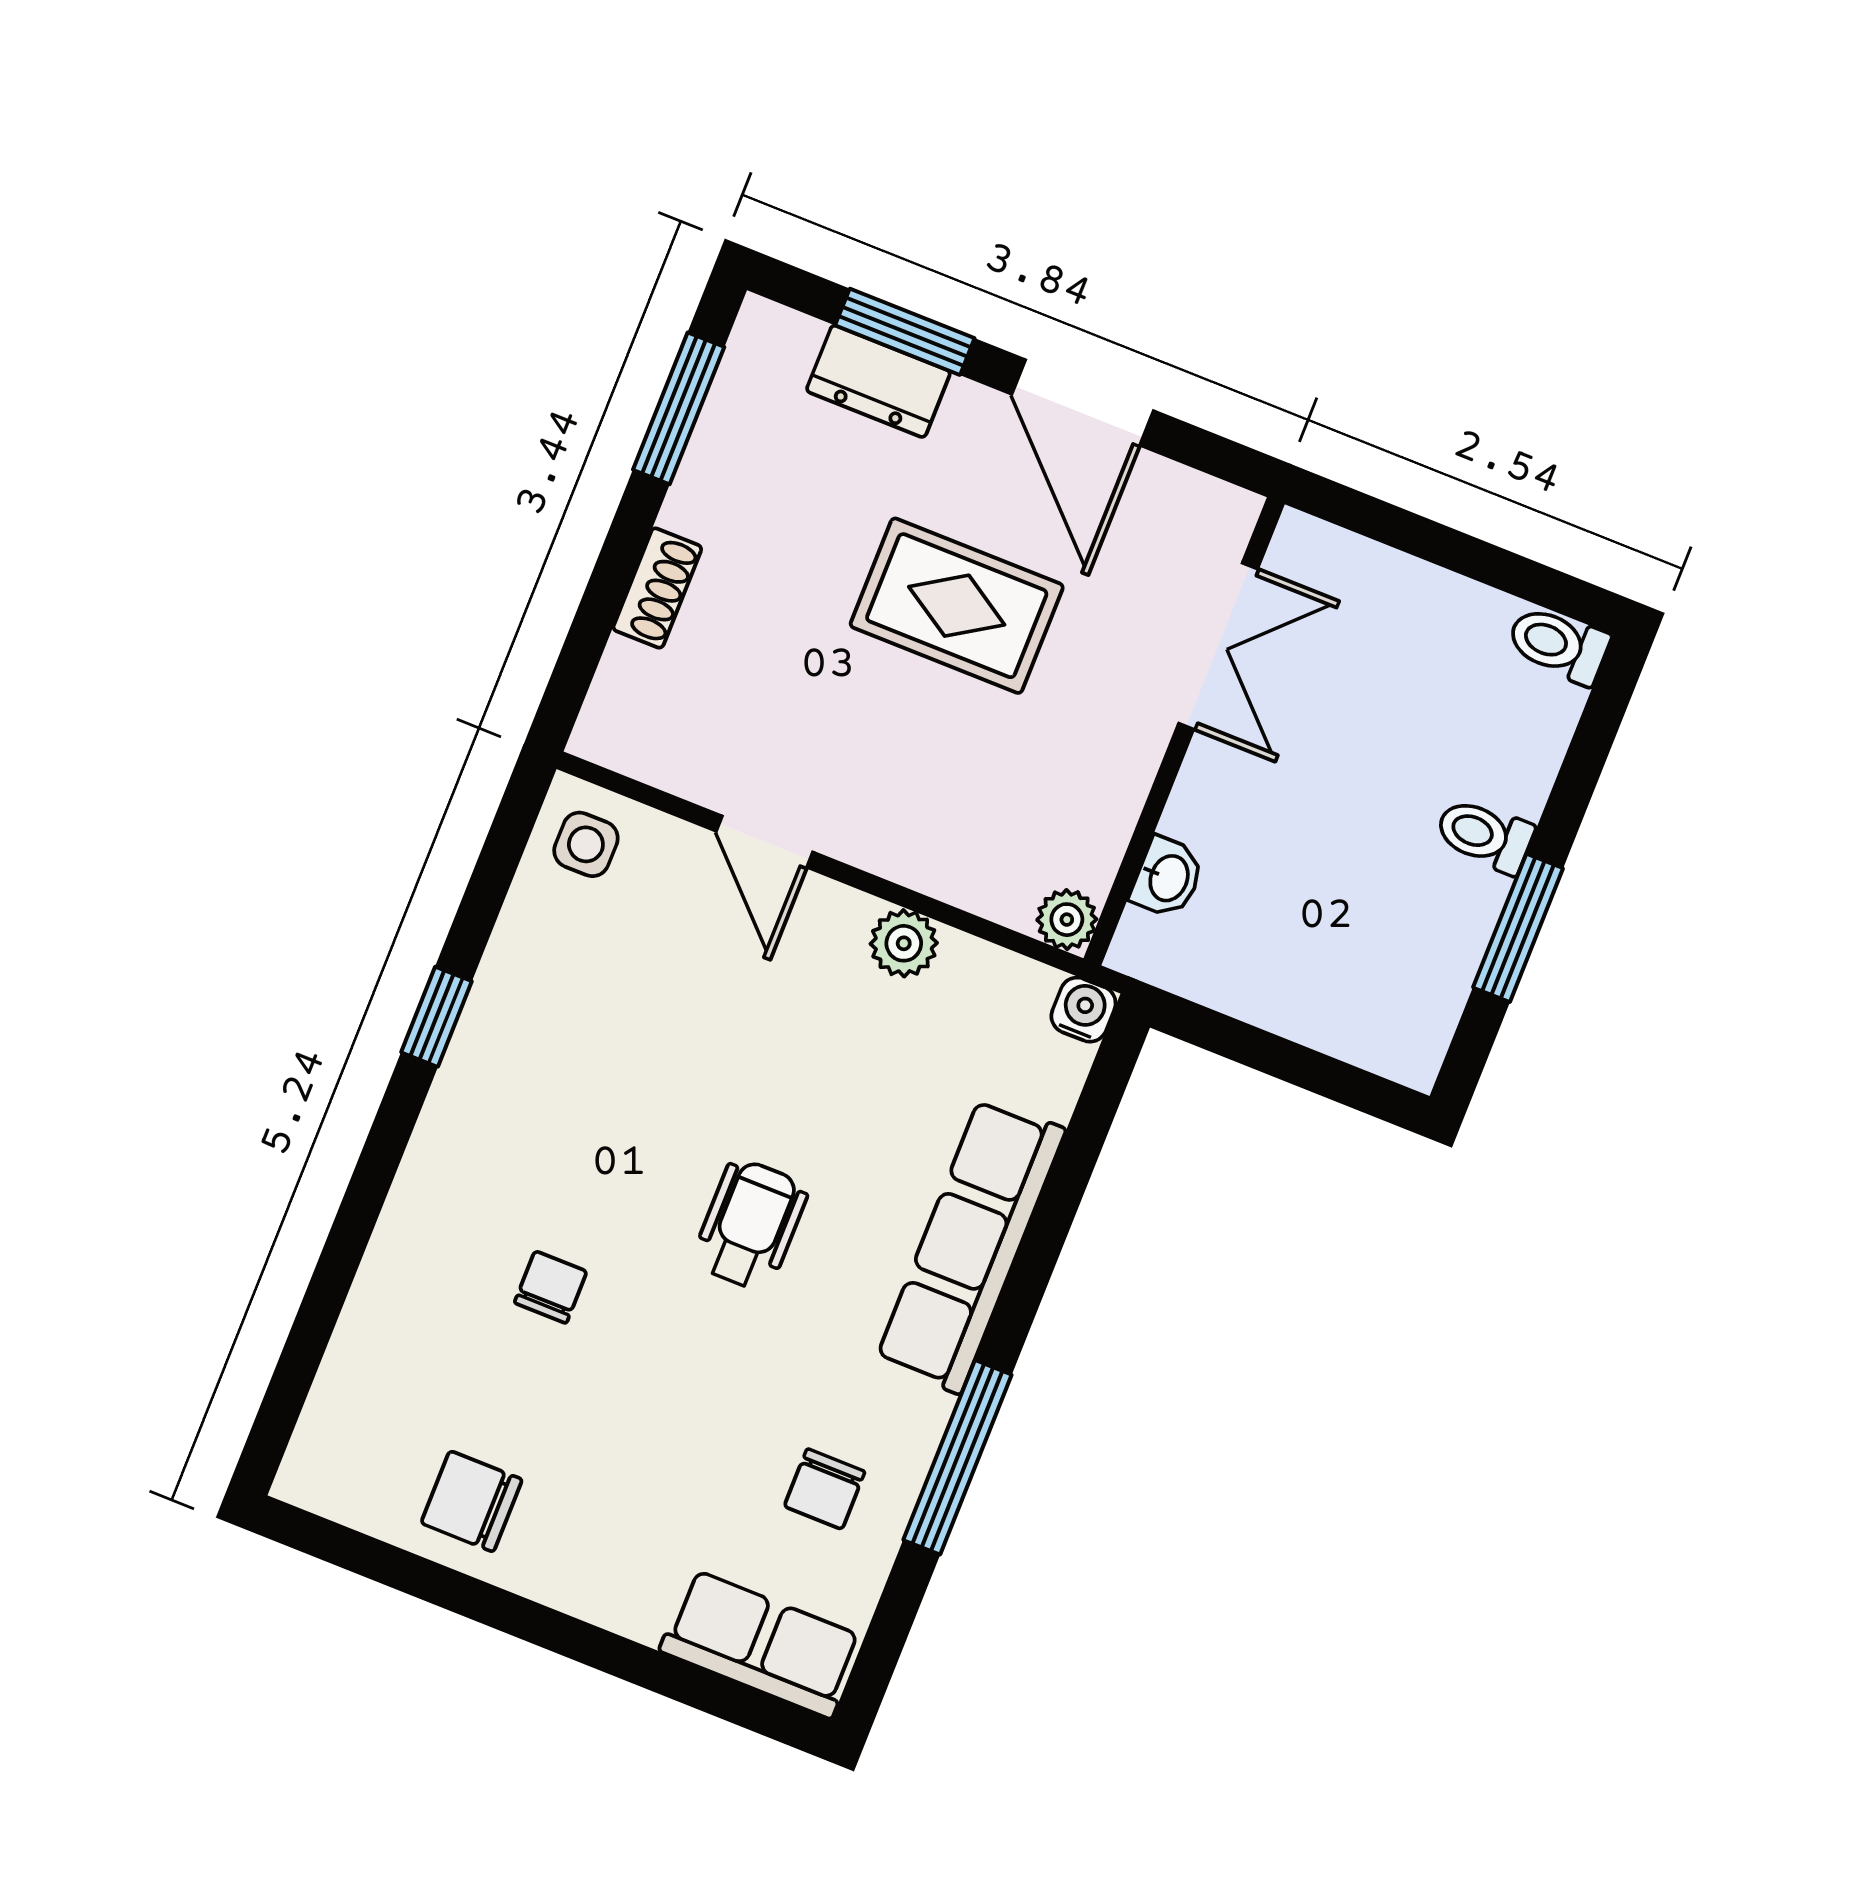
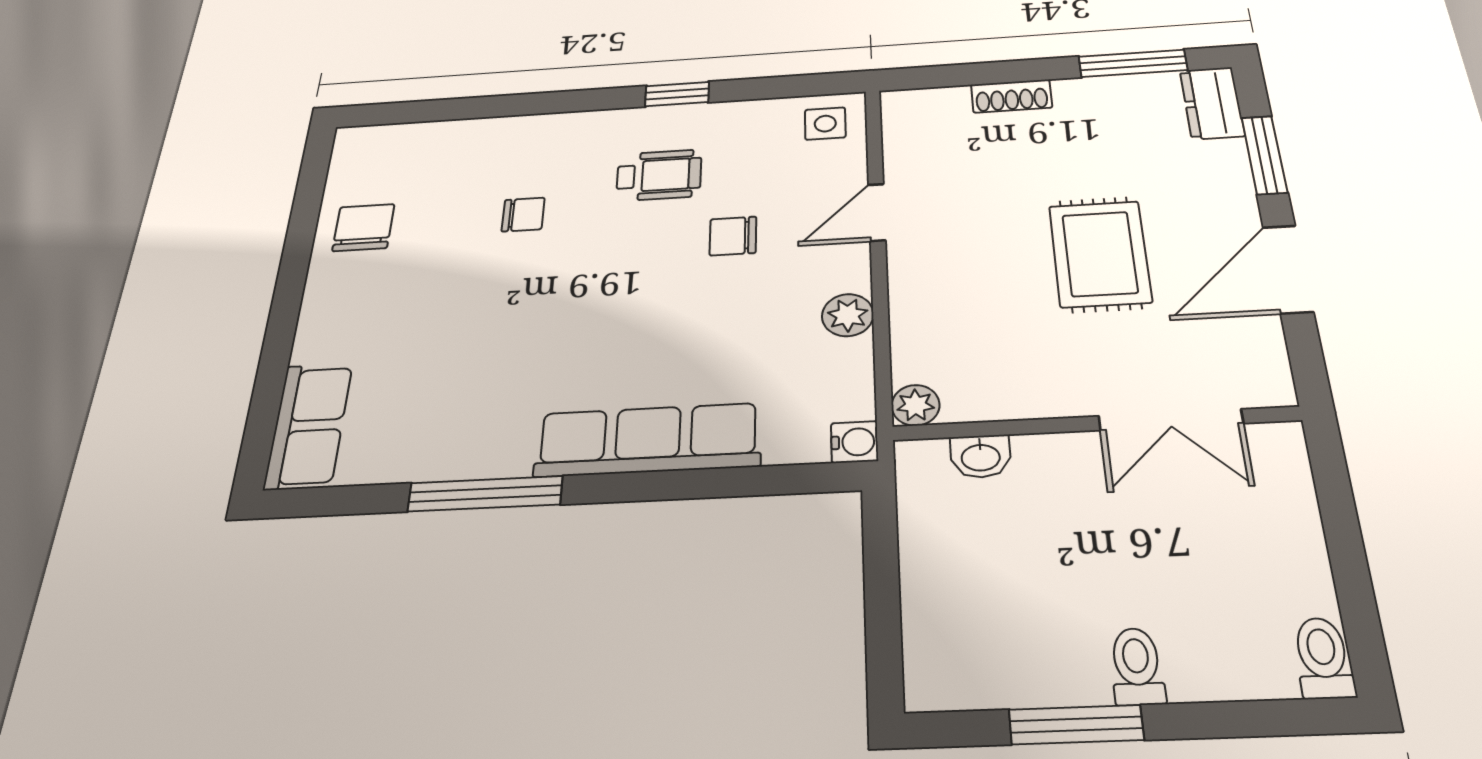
dresser: (878, 381) -> (1212, 103), moved
wheelchair: (750, 1225) -> (659, 175), moved
chair: (825, 1489) -> (733, 236), moved

